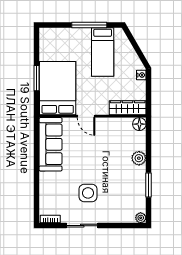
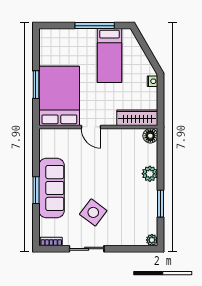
sofa: (51, 144) -> (52, 188), moved
window: (37, 173) -> (36, 190), added
side table: (88, 193) -> (93, 212), turned 37

